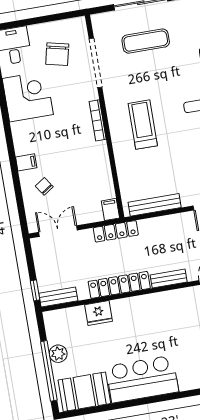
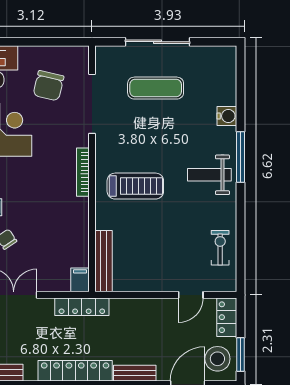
treadmill: (143, 125) -> (135, 186), turned 90
bench: (155, 205) -> (104, 261), moved, turned 90

